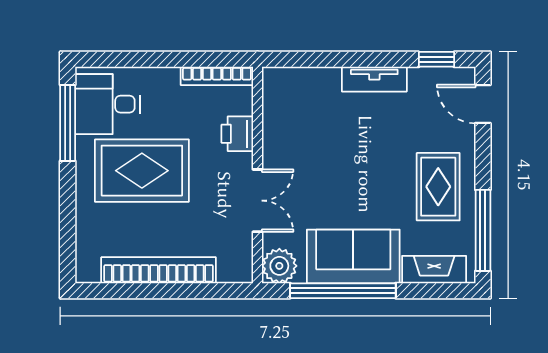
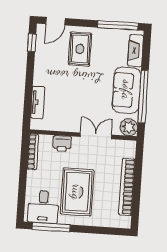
tv unit: (374, 79) -> (38, 102), moved
rug: (438, 187) -> (80, 49), moved, turned 90

